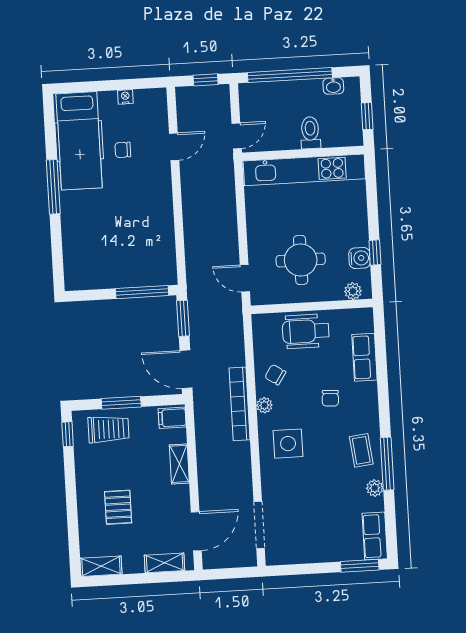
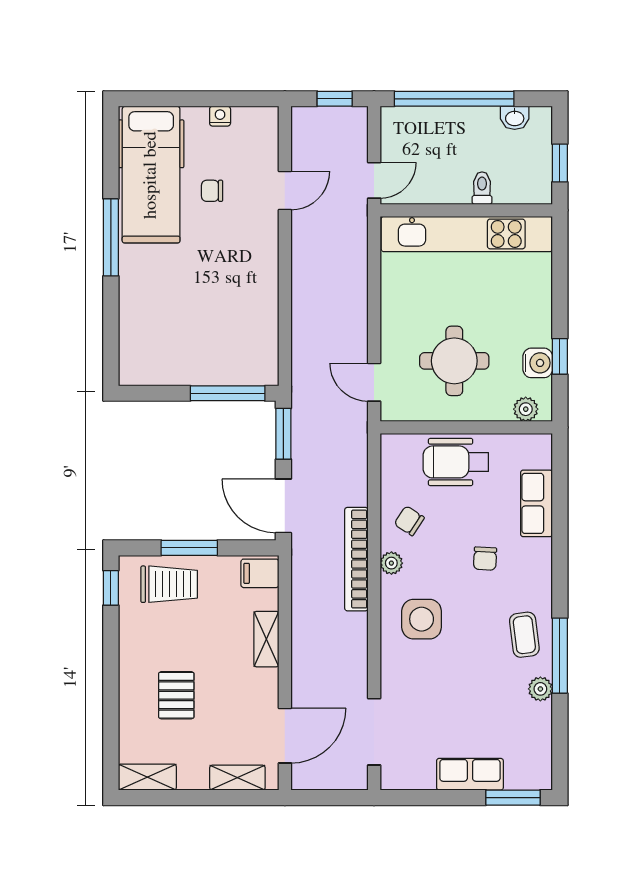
toilet: (310, 133) -> (482, 188), width x0.73, depth x0.72
row of seats: (375, 536) -> (470, 774), moved, turned 90

